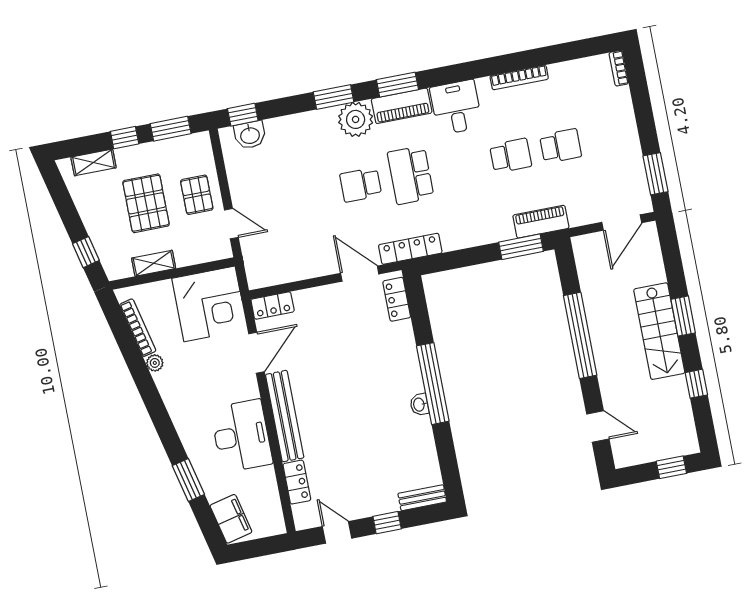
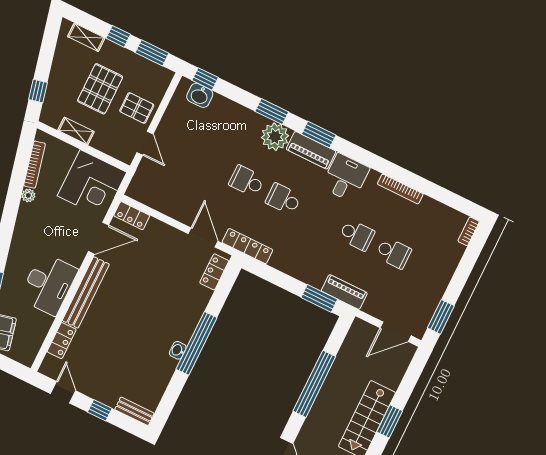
school desk: (411, 175) -> (283, 199), width x0.54
pallet: (197, 195) -> (137, 108), turned 90

